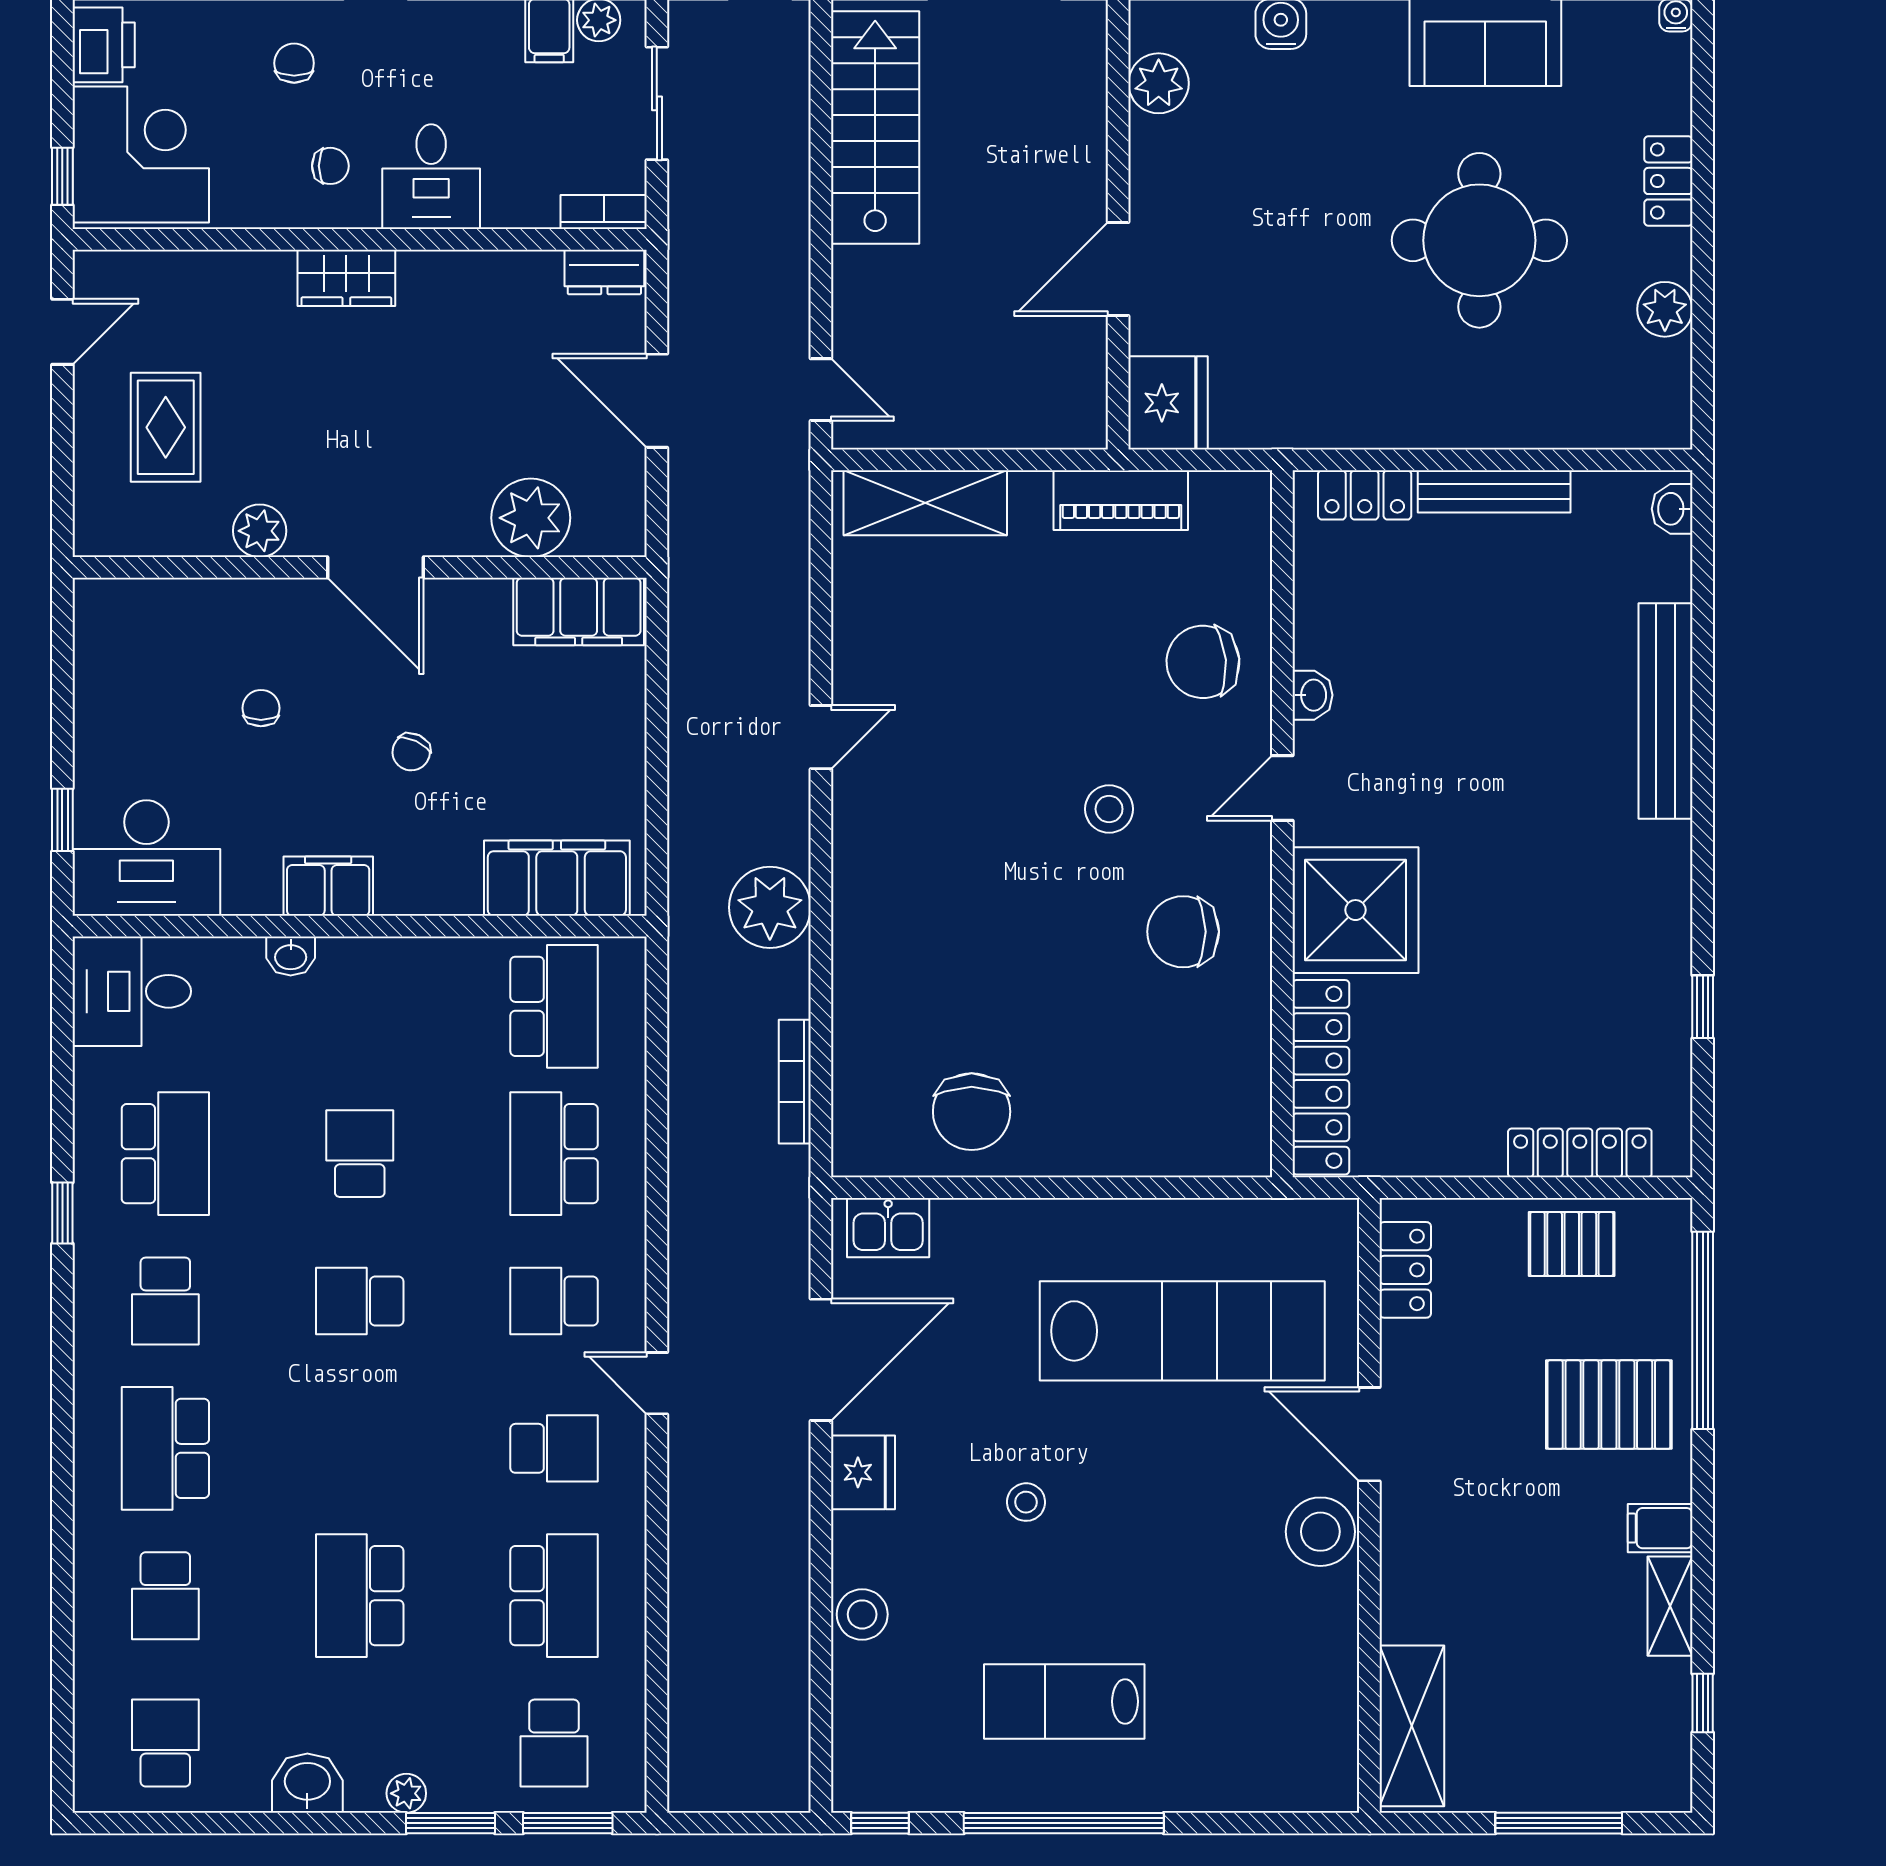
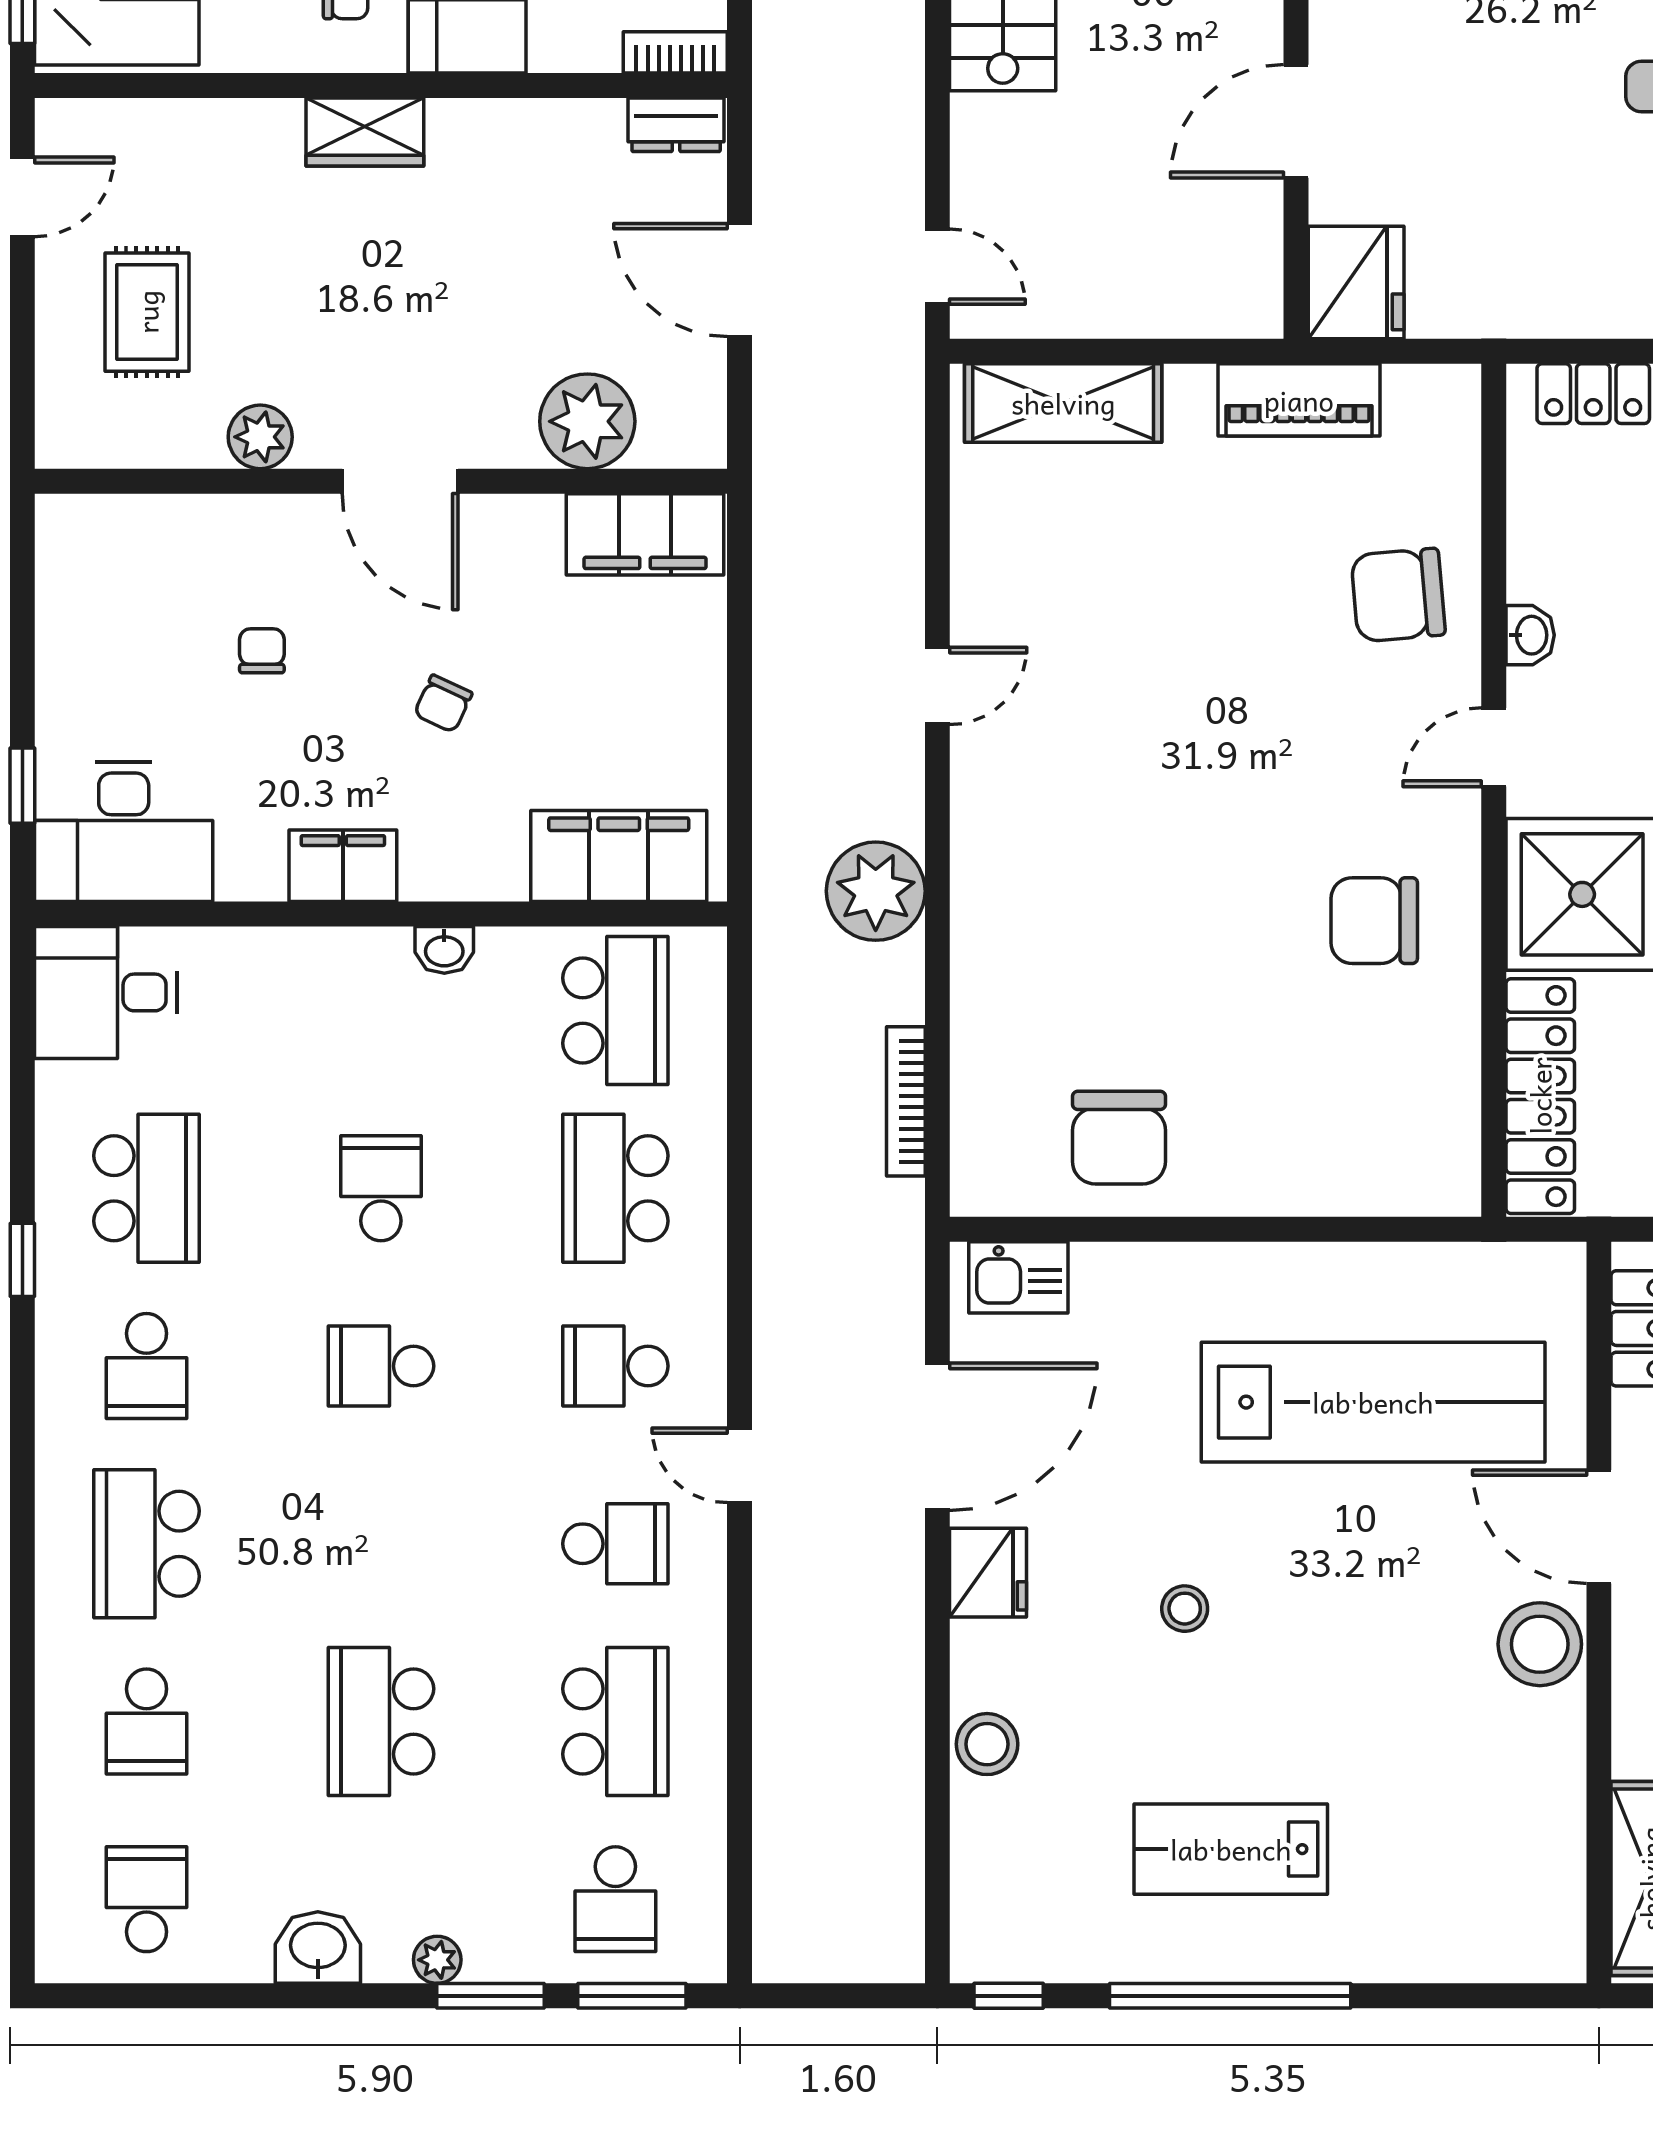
stool: (1109, 809) -> (1285, 773), removed
washbasin: (291, 956) -> (444, 950), moved

